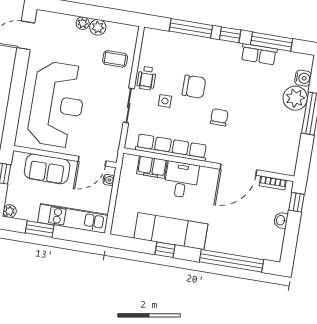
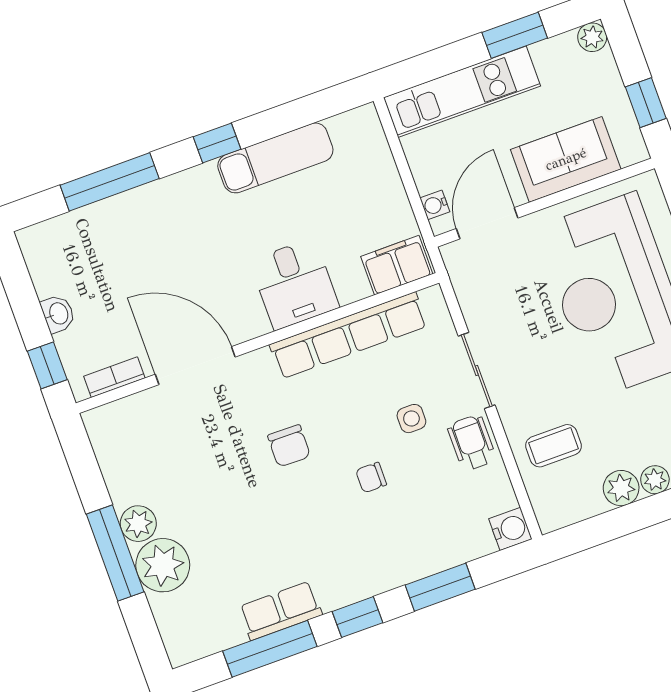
window: (191, 28) -> (440, 587), width x0.69
water cooler: (303, 78) -> (510, 529), moved, turned 180
chair: (194, 87) -> (371, 477), width x0.54, depth x0.54
plant: (296, 120) -> (138, 524), added
filing cabinet: (152, 167) -> (397, 265), moved
door: (238, 170) -> (195, 366), hinge flipped
exam couch: (171, 231) -> (275, 158), width x0.73, depth x0.69
window: (165, 250) -> (217, 143), moved
window: (231, 261) -> (110, 182), width x0.68

